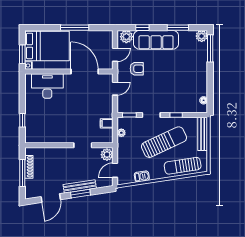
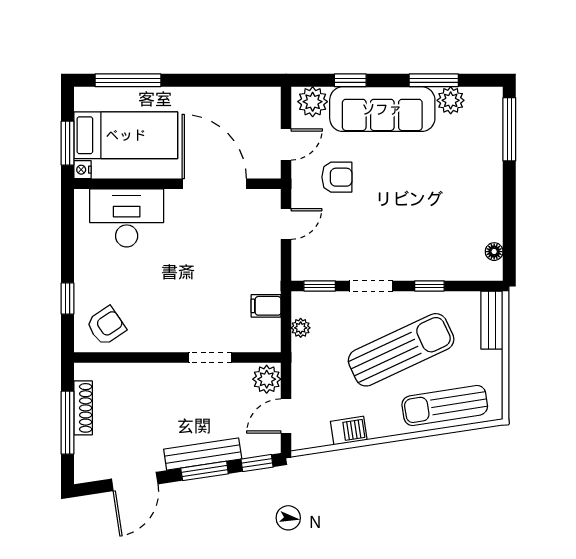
window: (75, 28) -> (128, 80), moved
plant: (202, 36) -> (451, 100), moved
bed: (47, 46) -> (126, 135), width x0.67
armchair: (39, 132) -> (106, 326), added
bench: (203, 134) -> (492, 320), width x0.73
window: (103, 190) -> (257, 463), added

